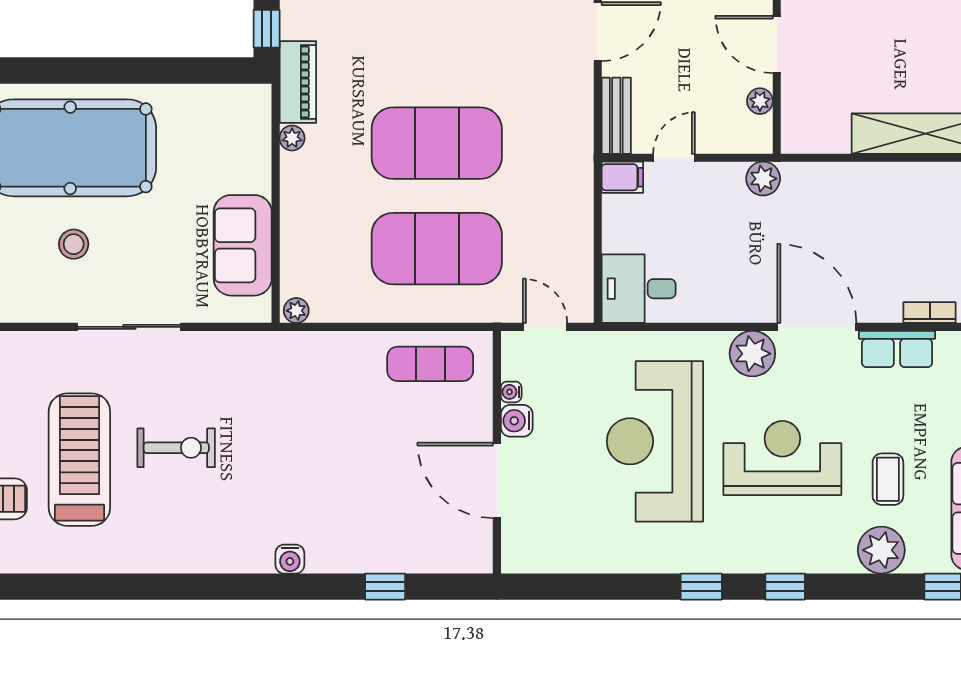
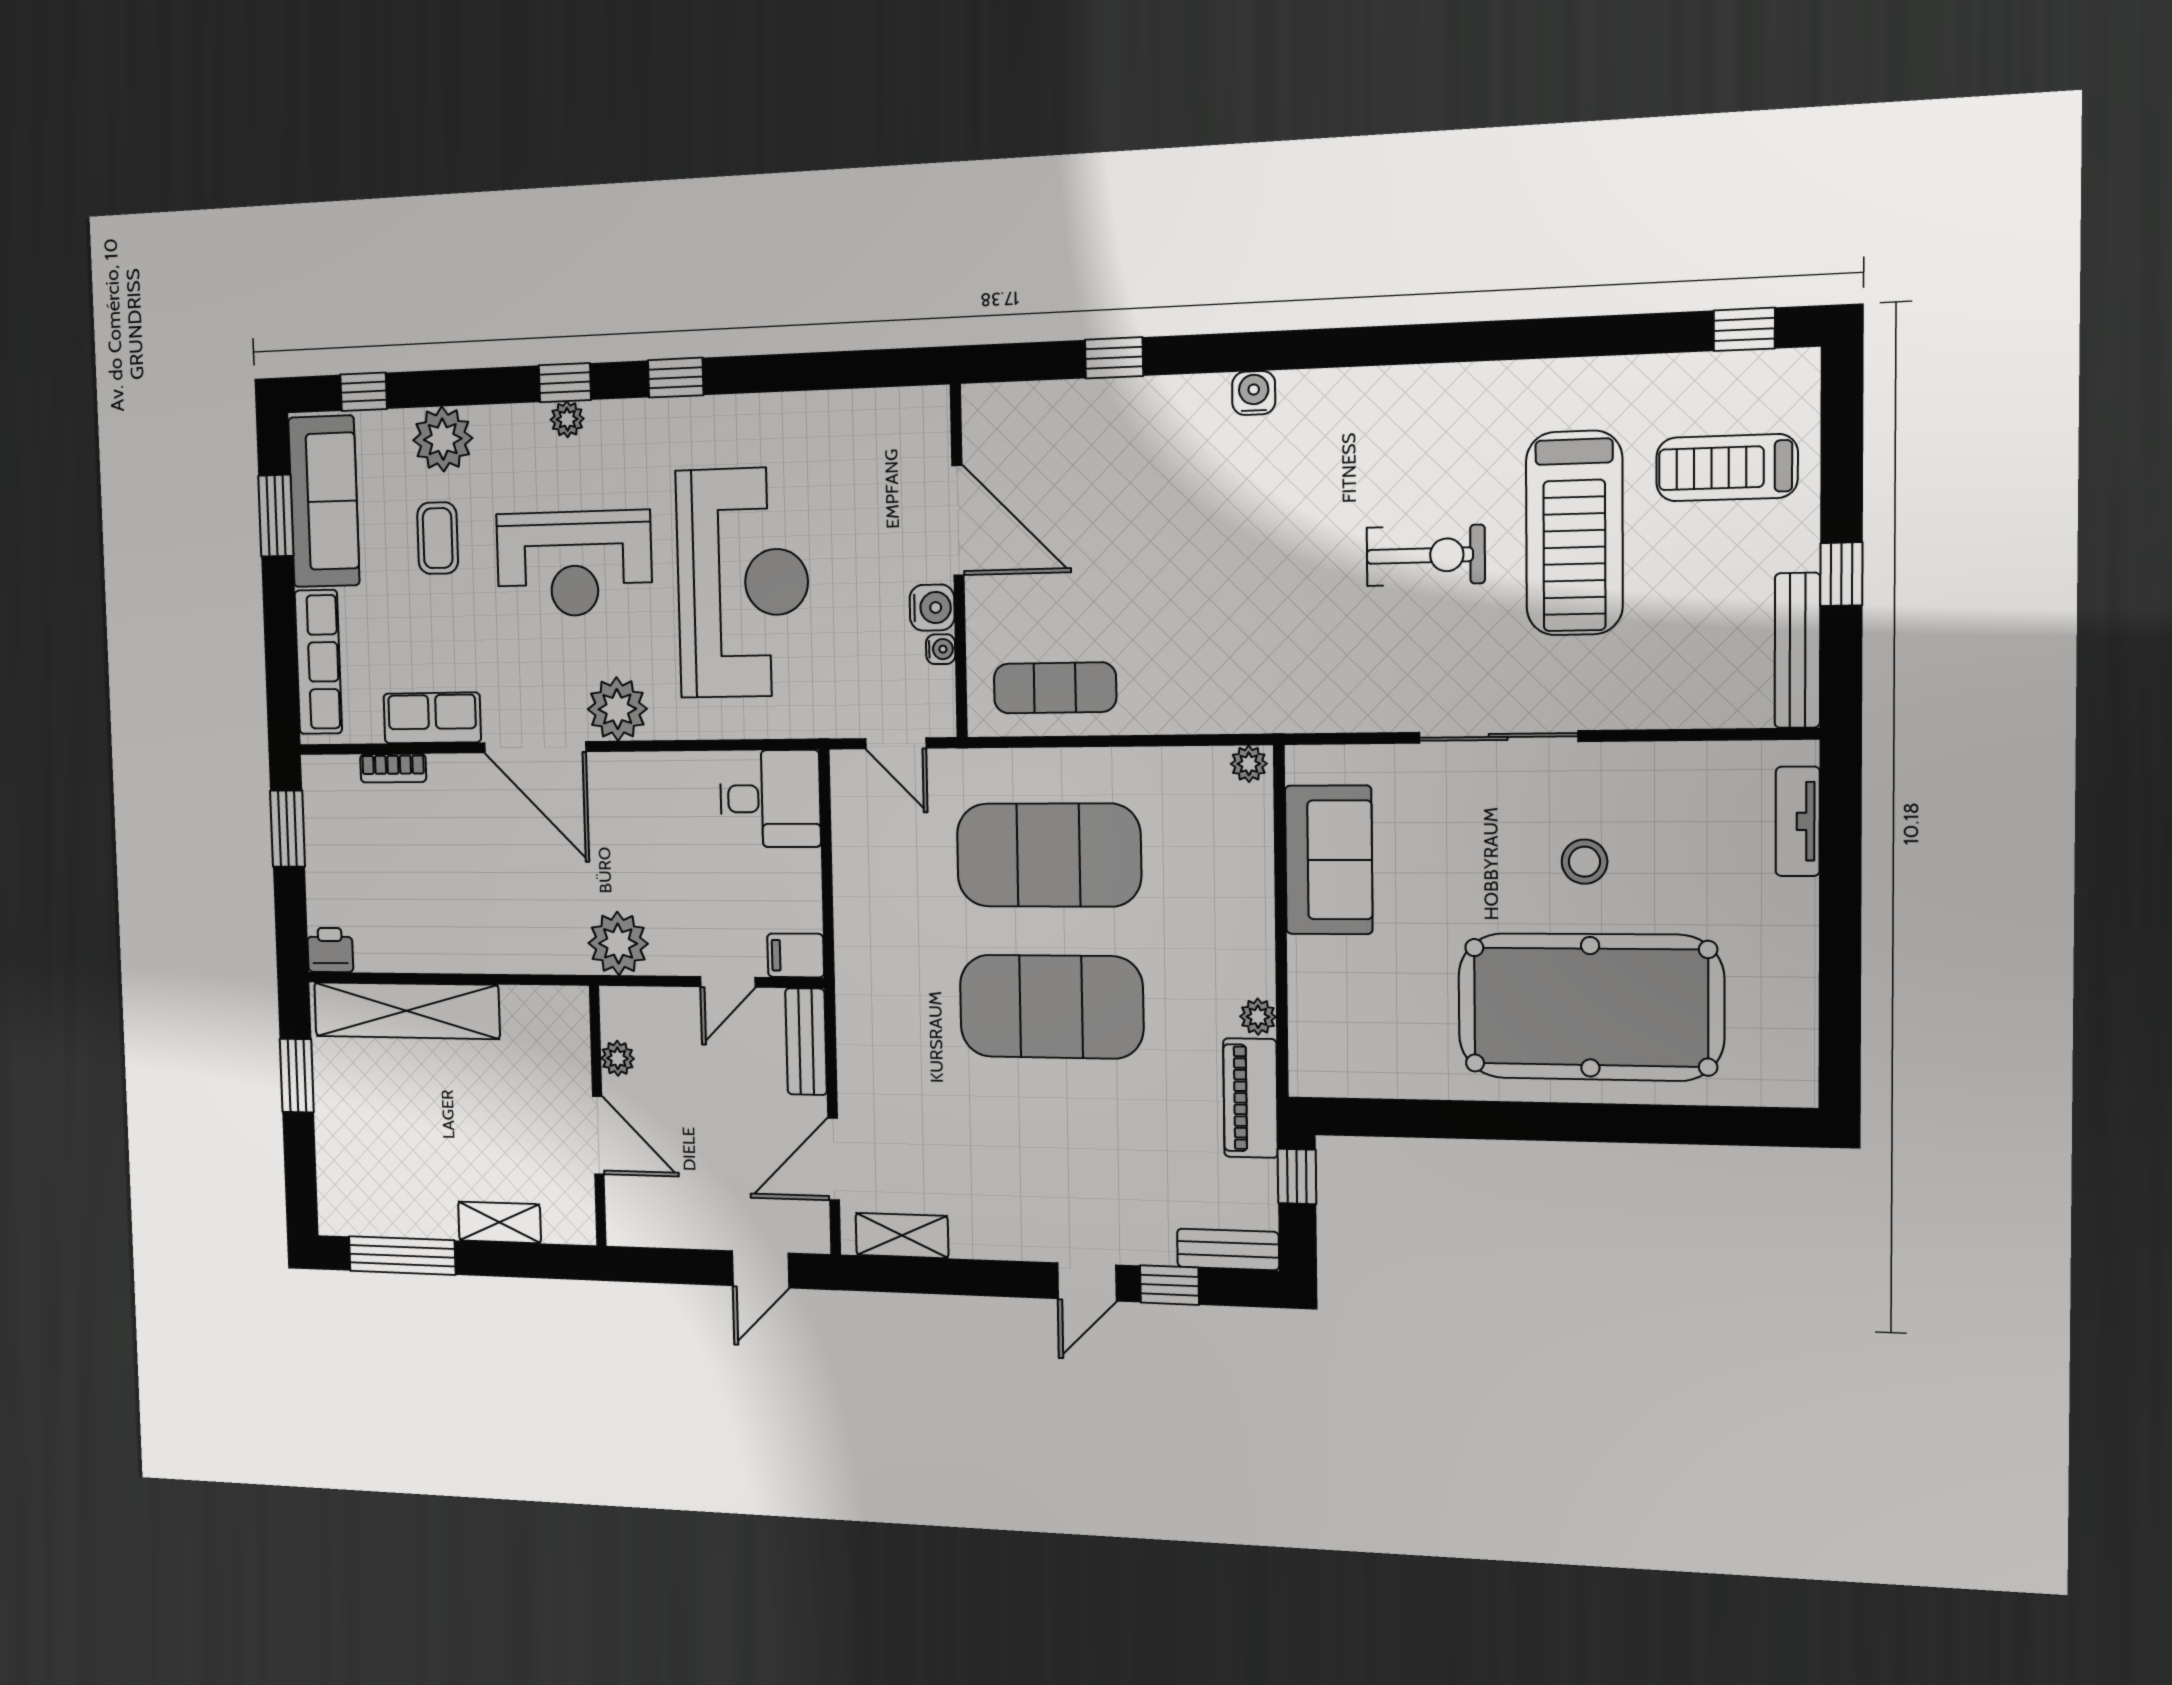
plant: (763, 179) -> (618, 943), width x1.36, depth x1.36
exercise bike: (176, 448) -> (1426, 555), turned 180
plant: (784, 561) -> (567, 419), added

